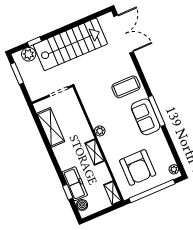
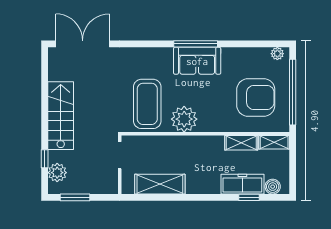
stairs: (70, 44) -> (61, 116), width x0.73, depth x0.66
coffee table: (126, 87) -> (147, 104), moved, width x1.36, depth x1.32
plant: (100, 131) -> (184, 119), width x1.87, depth x1.87
shelving: (95, 152) -> (241, 143), moved

